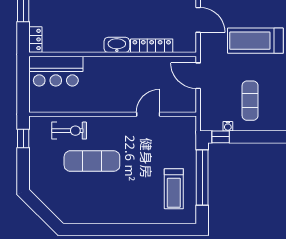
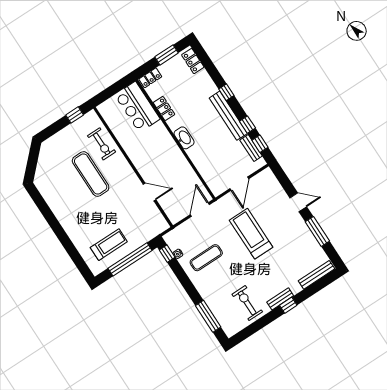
locker: (152, 46) -> (164, 108), moved, width x0.66
treadmill: (174, 189) -> (109, 245), turned 180

